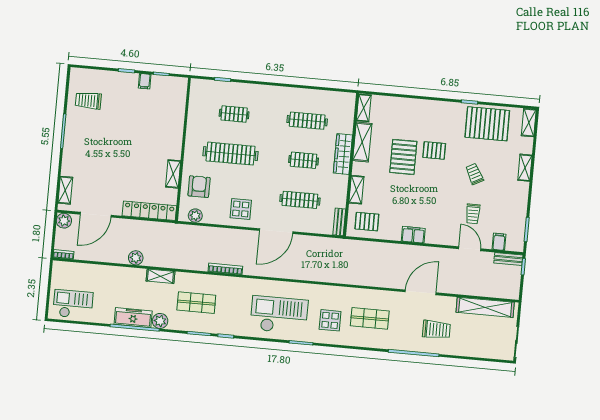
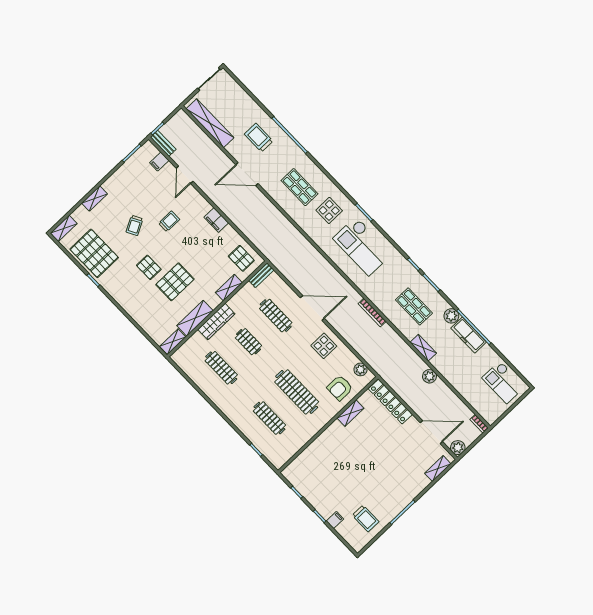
filing cabinet: (145, 81) -> (335, 520), moved
clothes rail: (234, 114) -> (269, 418), width x1.36
trolley: (473, 214) -> (169, 221), moved

